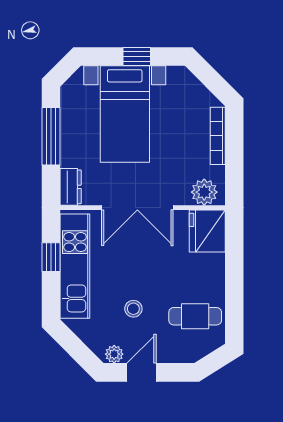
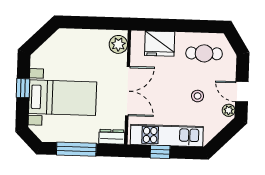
bookcase: (218, 136) -> (80, 34), removed
fridge: (207, 231) -> (160, 44), moved
cafe table: (195, 316) -> (204, 53), turned 90

